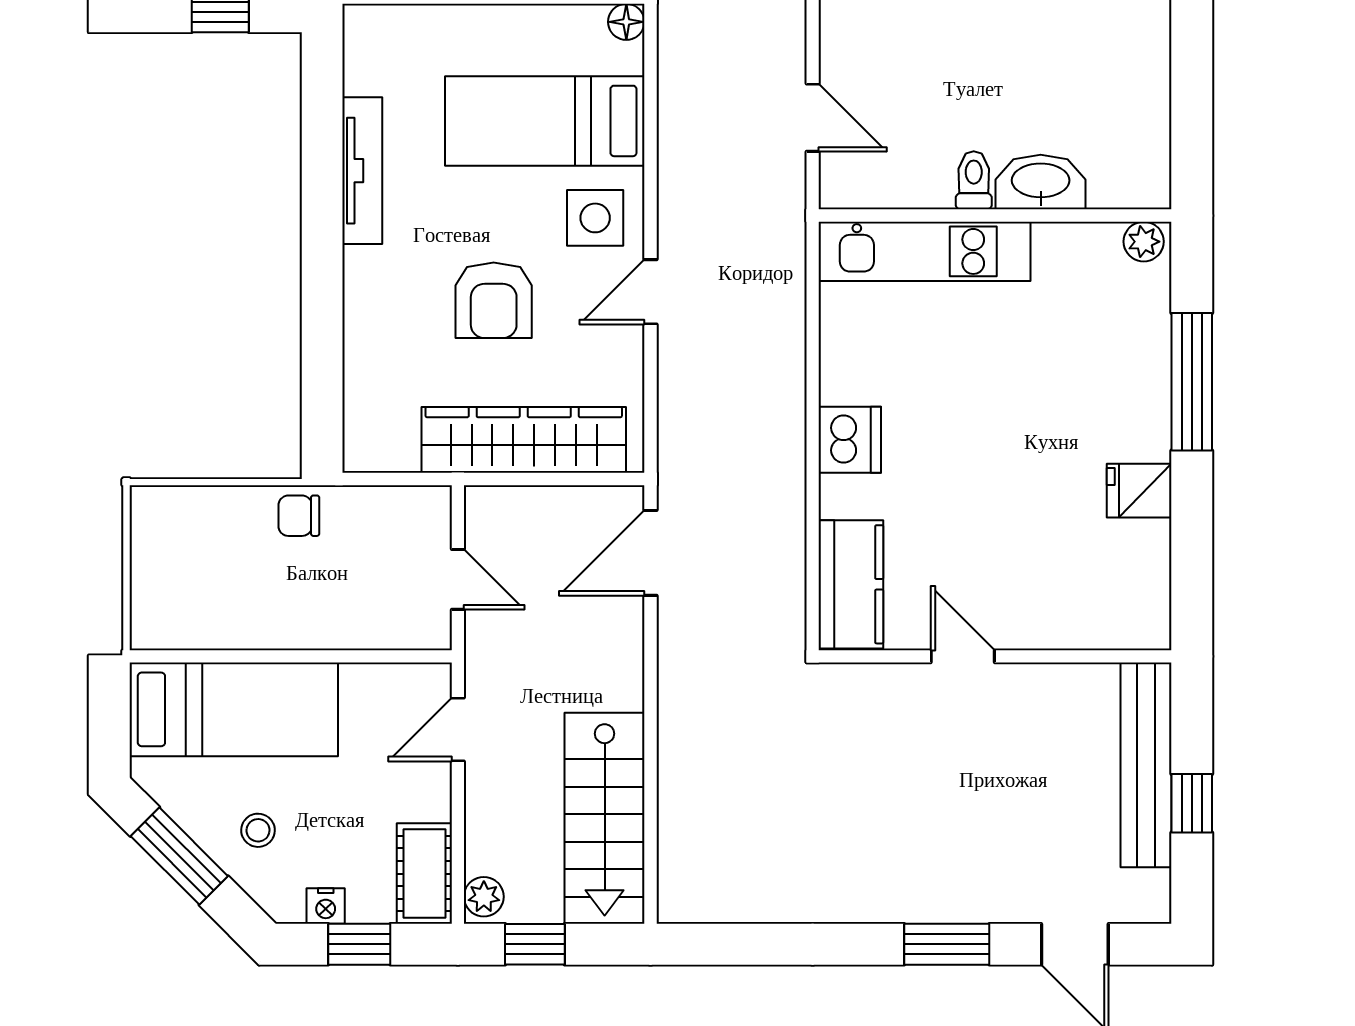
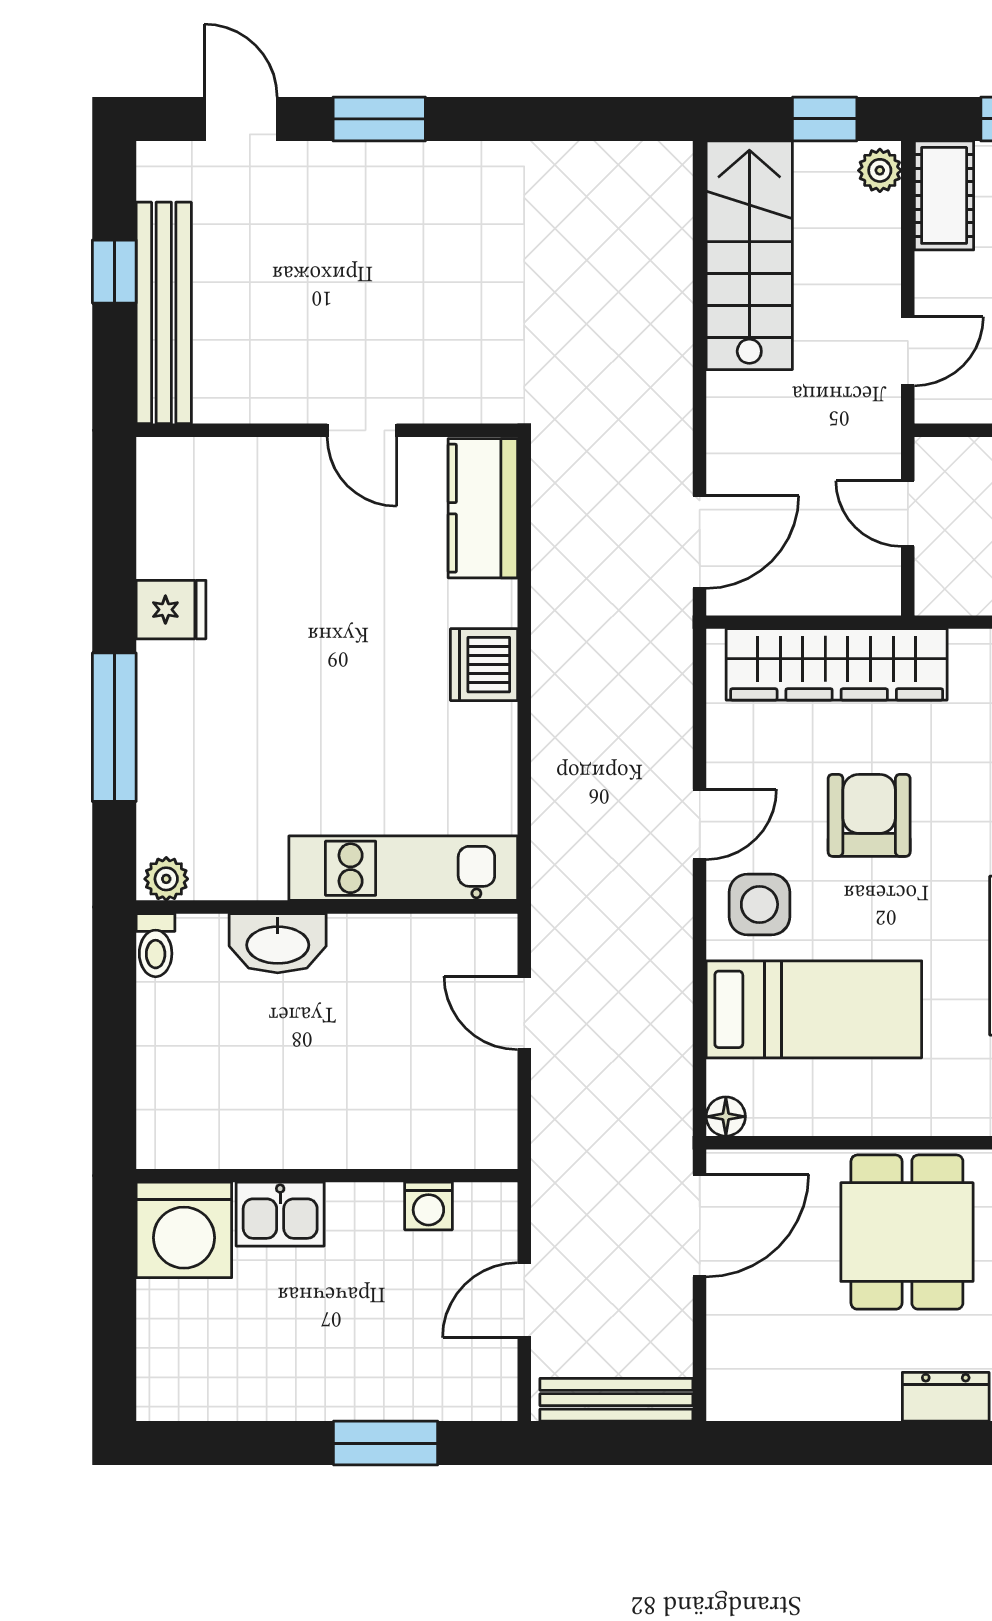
toilet: (974, 180) -> (156, 945), moved

